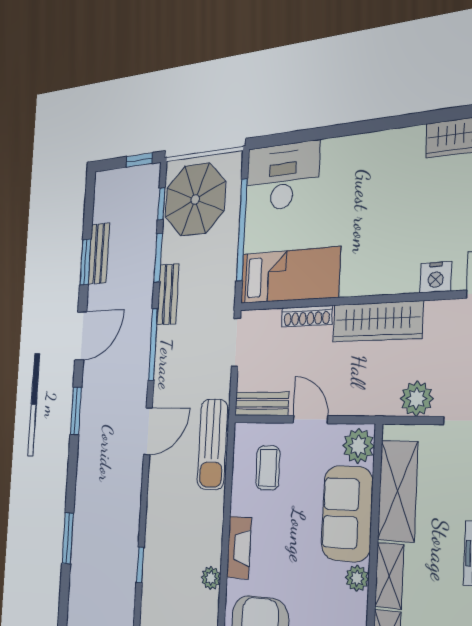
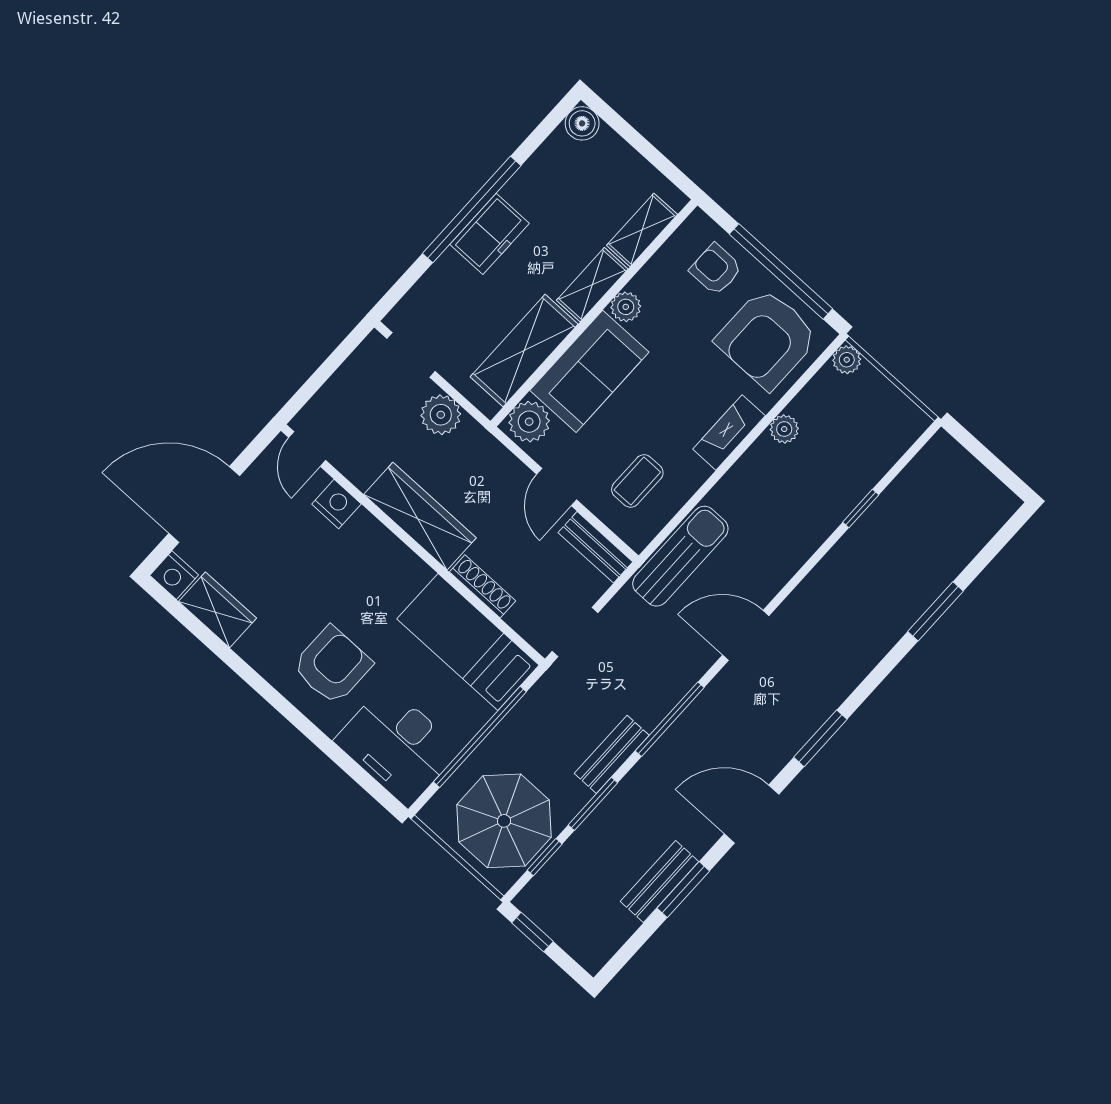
armchair: (356, 180) -> (332, 665), added

